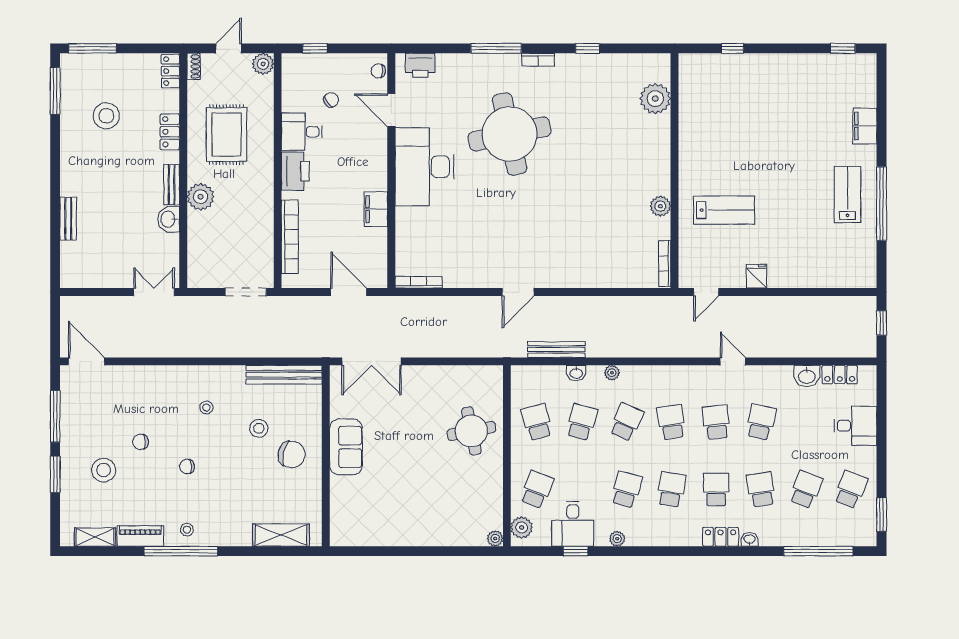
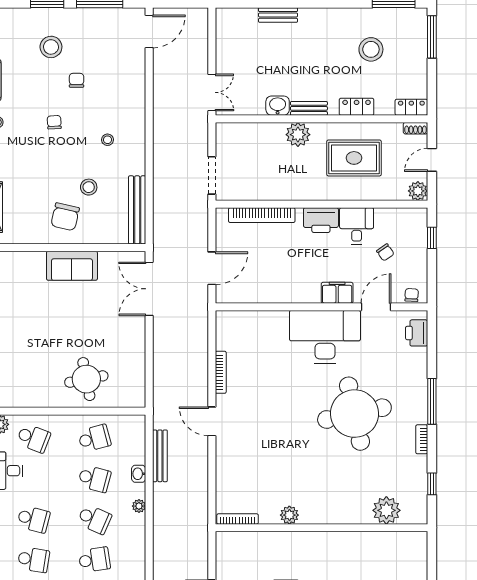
door: (229, 48) -> (432, 160), swing flipped
plant: (655, 99) -> (386, 510), moved
wall: (674, 171) -> (321, 528), moved
plant: (660, 206) -> (289, 515), moved
filing cabinet: (376, 209) -> (337, 293), moved
bookcase: (665, 264) -> (238, 519), moved
bookcase: (419, 282) -> (221, 372), moved

